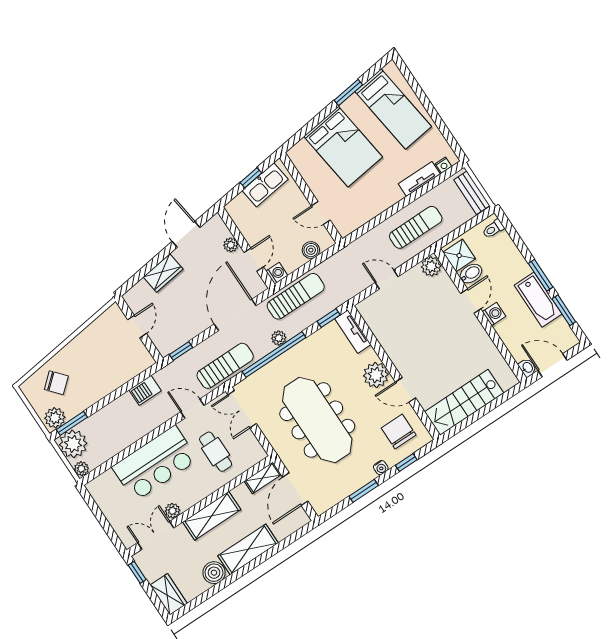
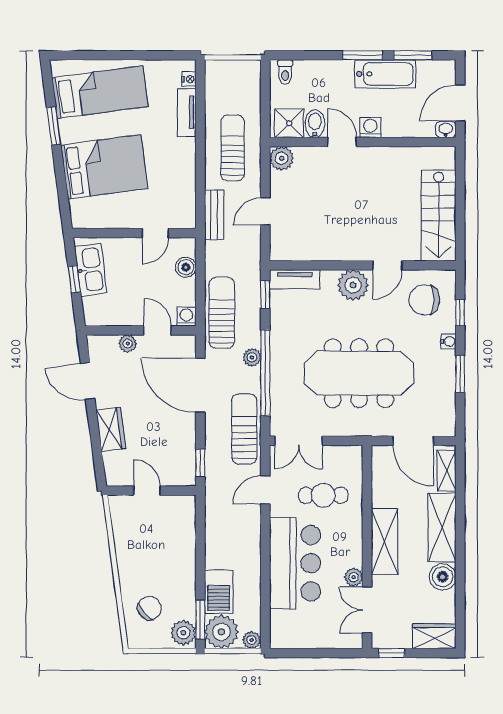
bench: (472, 193) -> (214, 215), moved, turned 90
barbecue: (145, 390) -> (219, 591), moved, width x1.38, depth x1.27
shelving: (263, 478) -> (447, 471), moved

